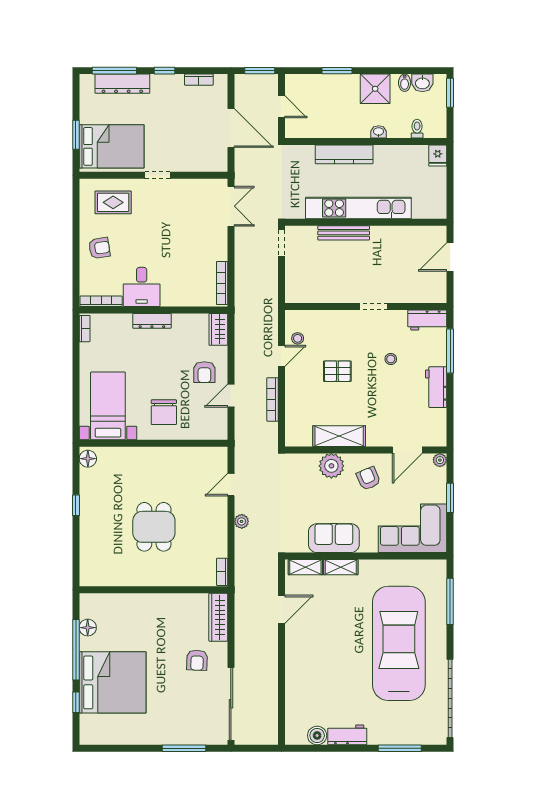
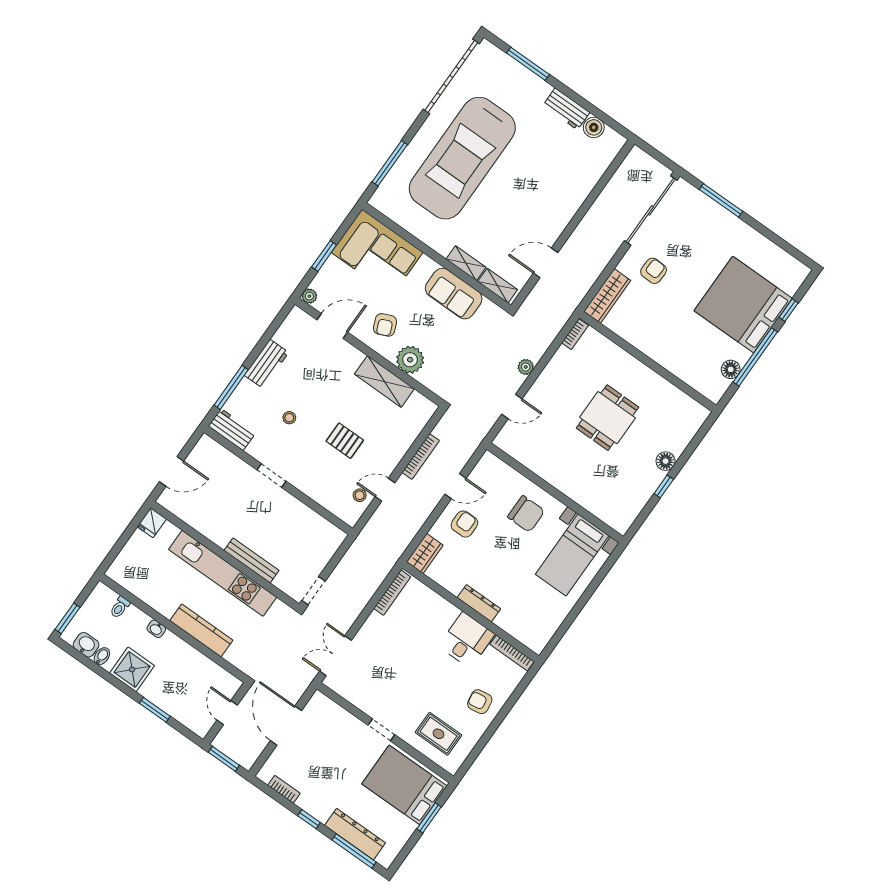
fridge: (438, 155) -> (152, 523), moved, turned 180
bookcase: (85, 329) -> (544, 639), removed
chair: (164, 412) -> (526, 514), turned 90
floor lamp: (88, 459) -> (666, 461), moved

